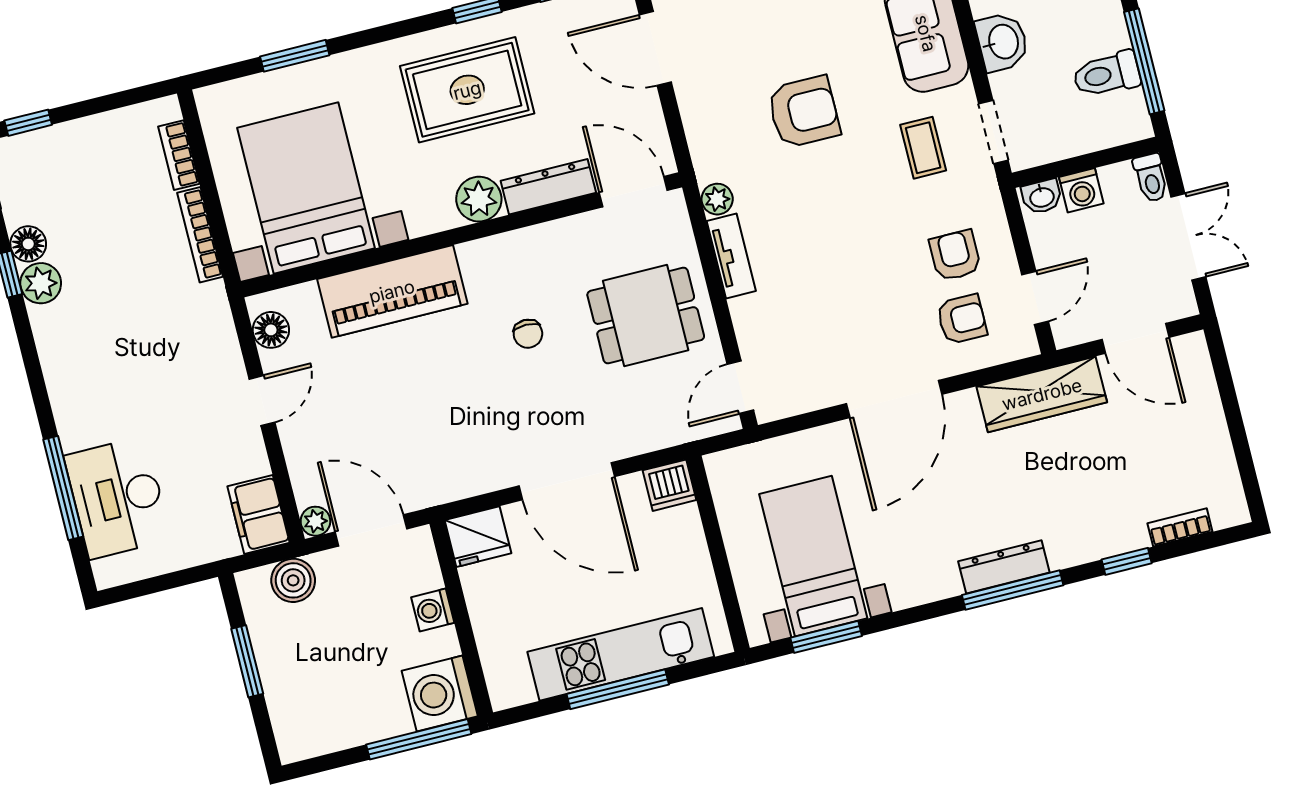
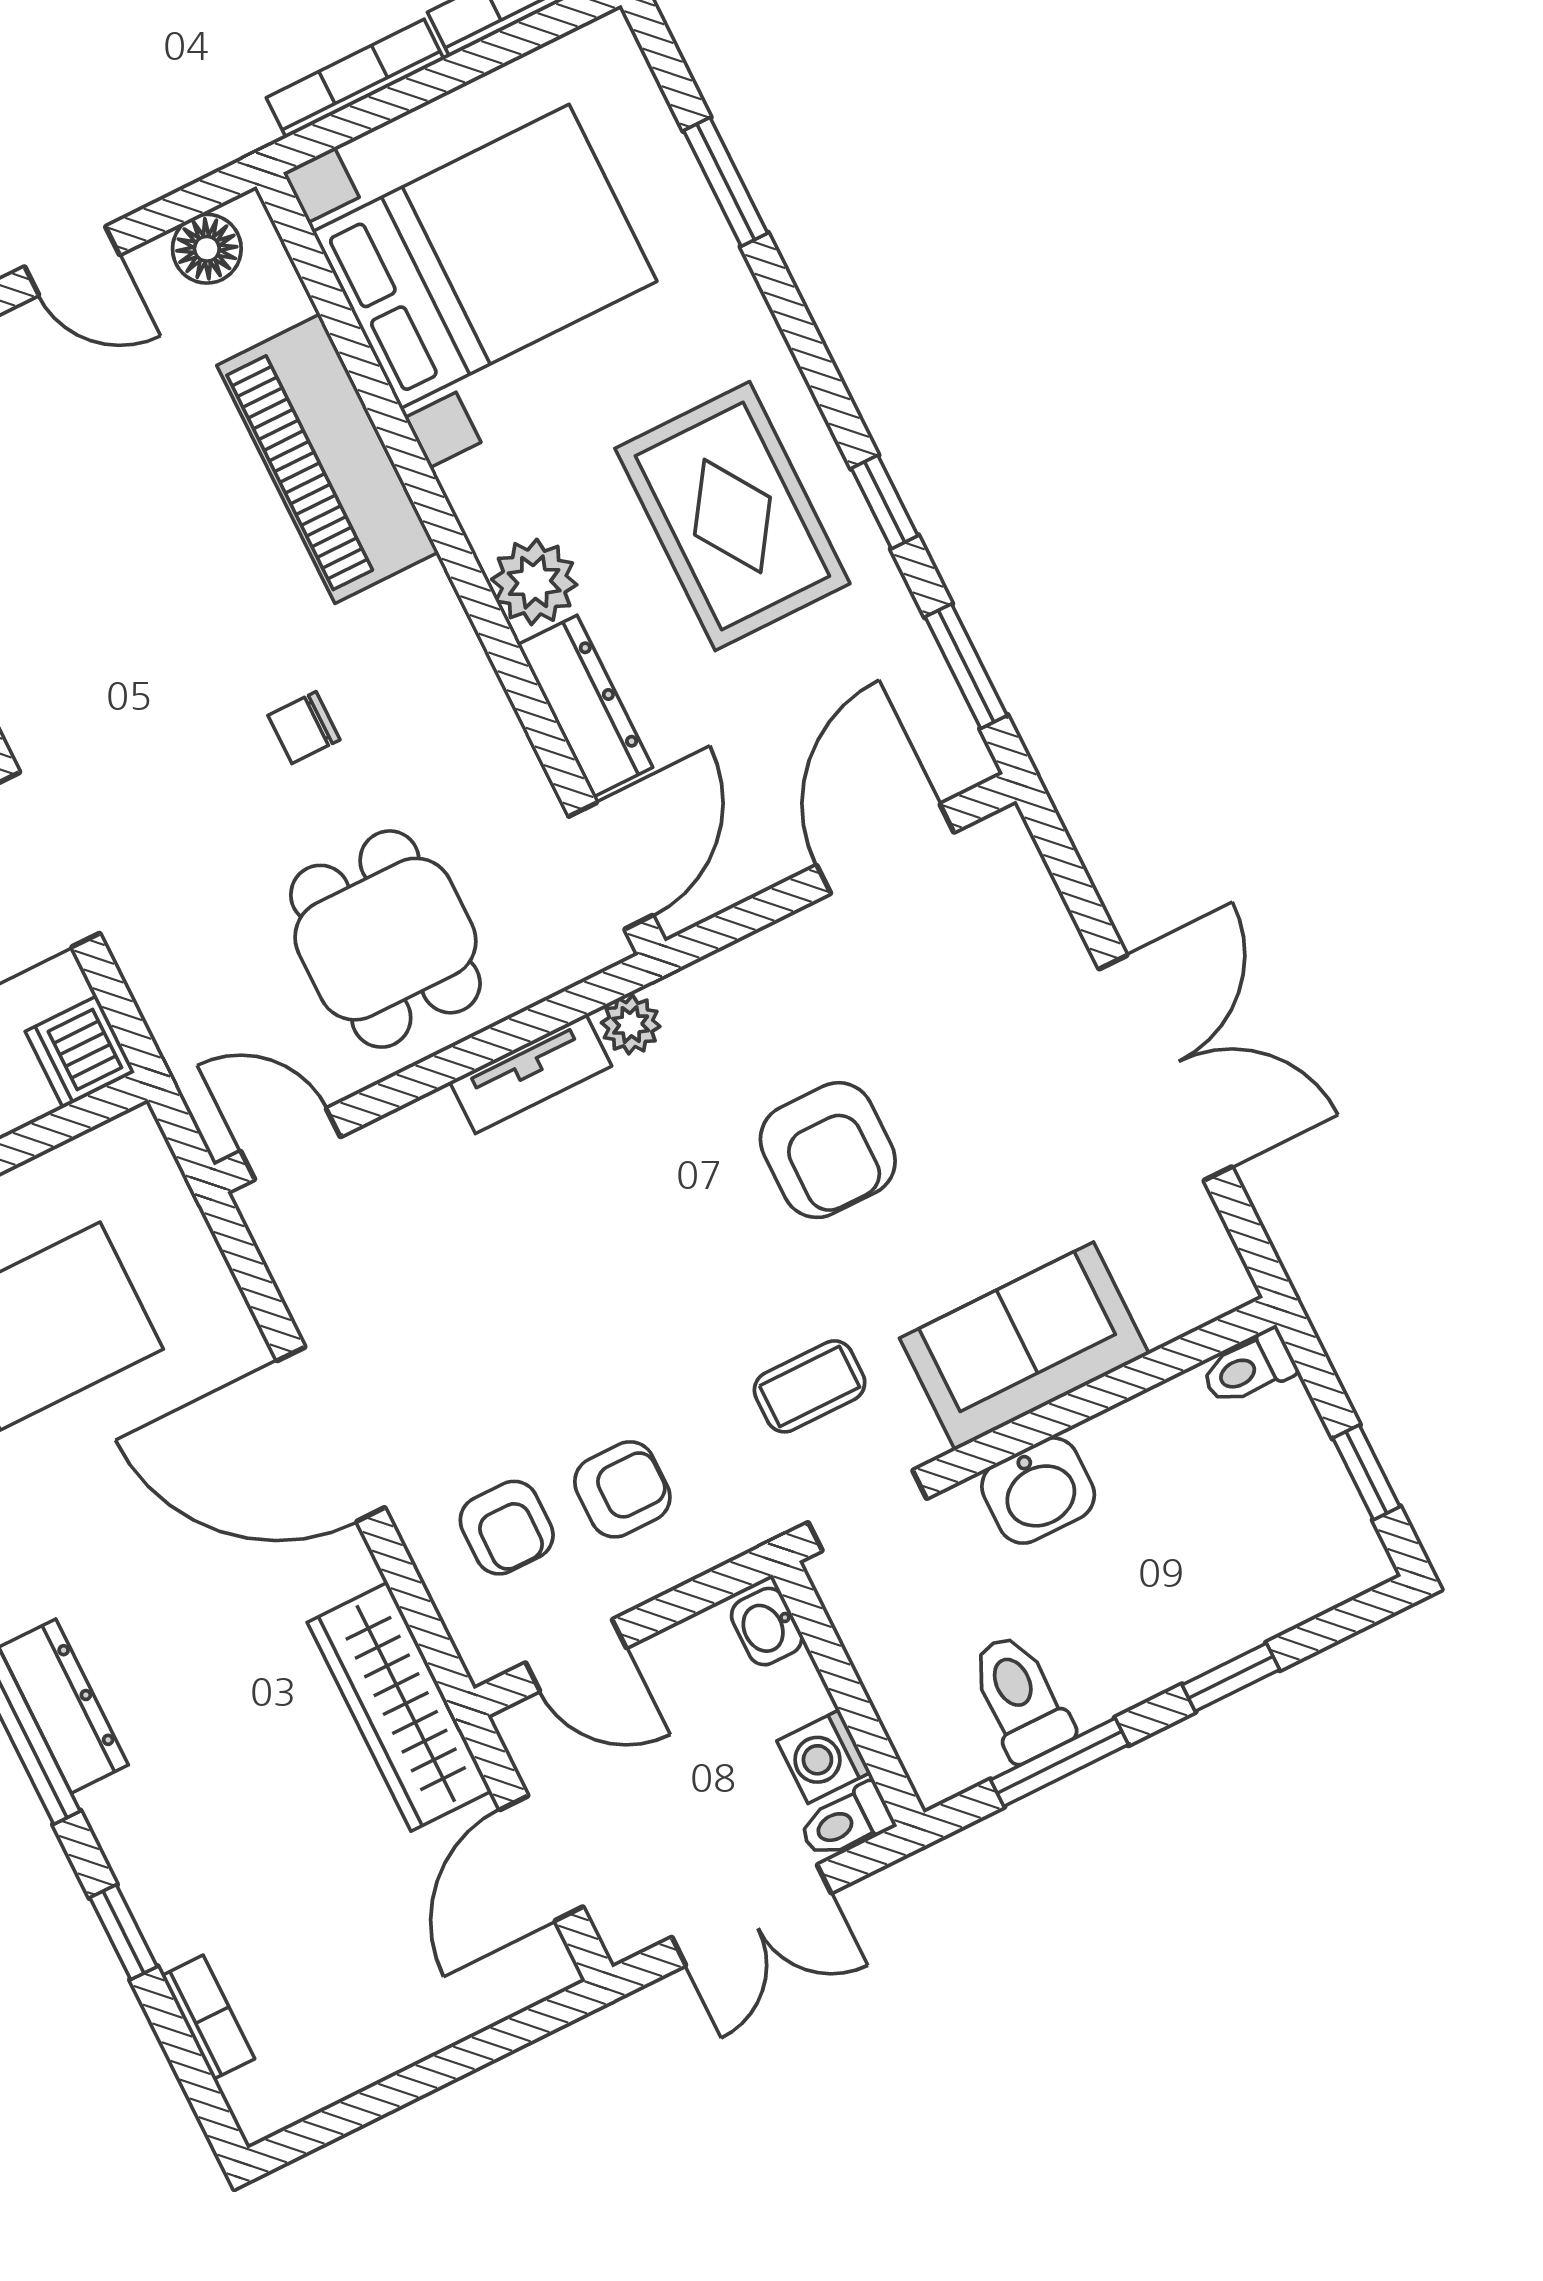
window: (1144, 61) -> (1060, 1762), width x0.69
washing machine: (1081, 190) -> (824, 1757), moved

